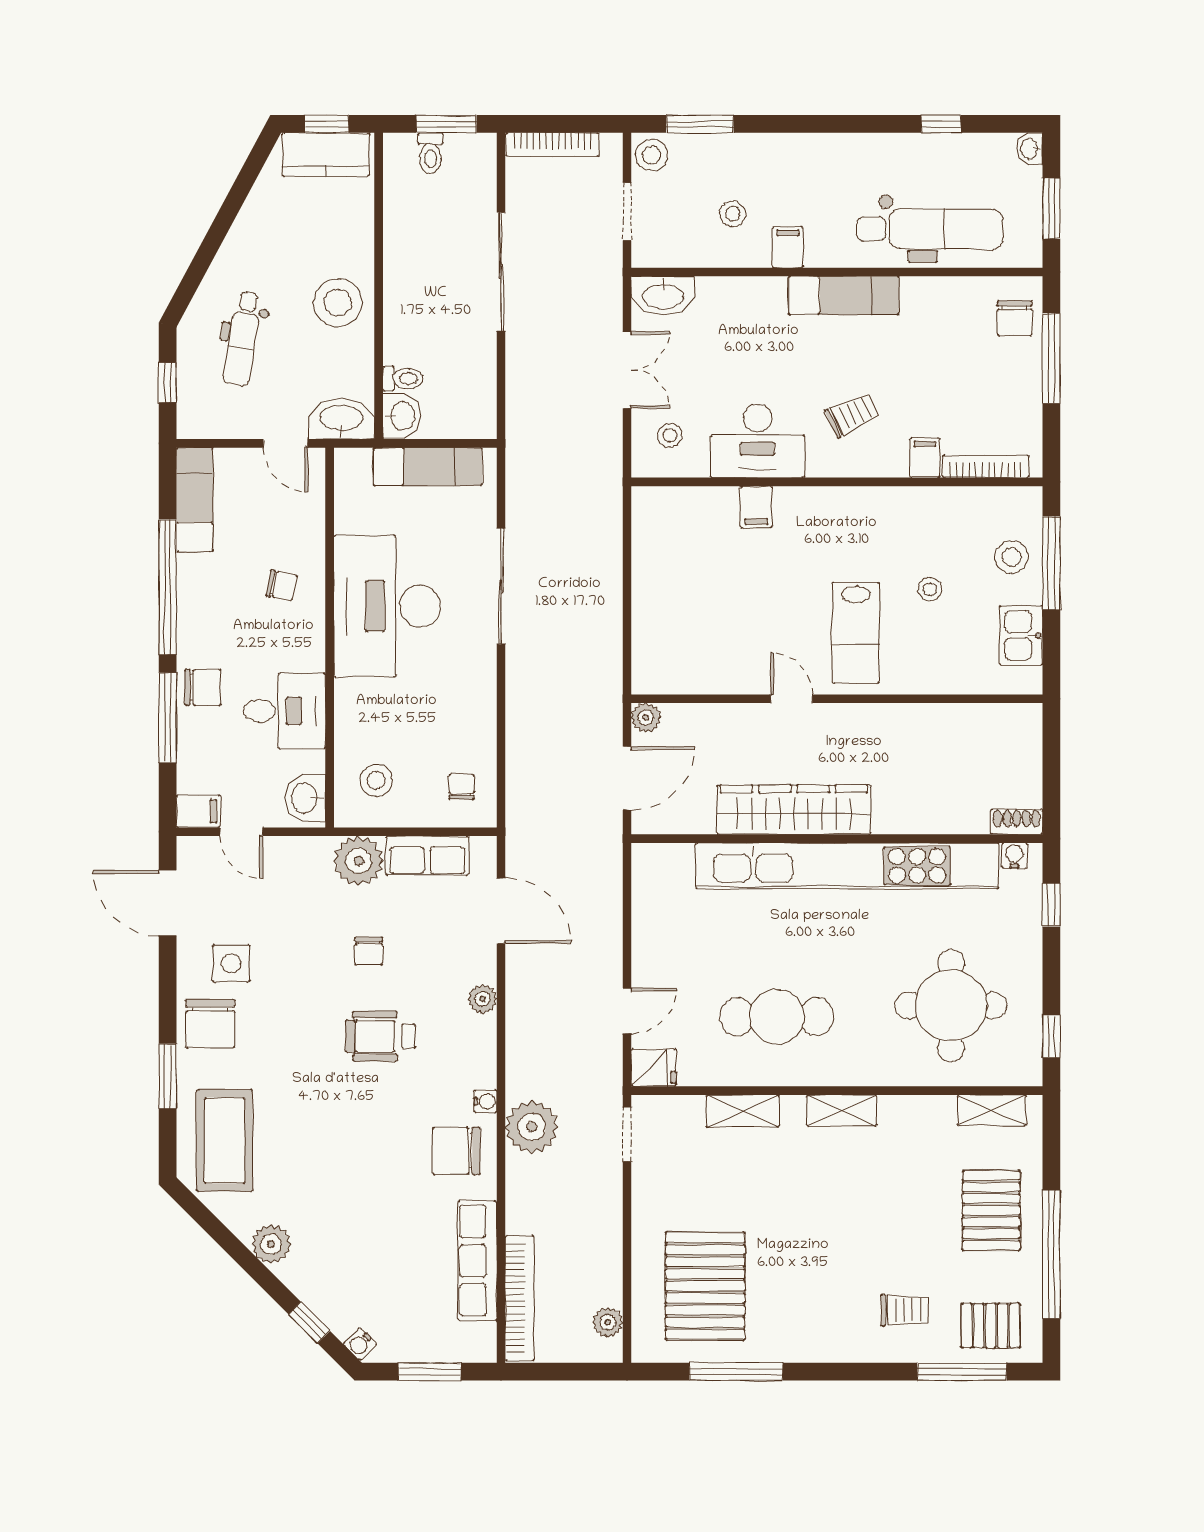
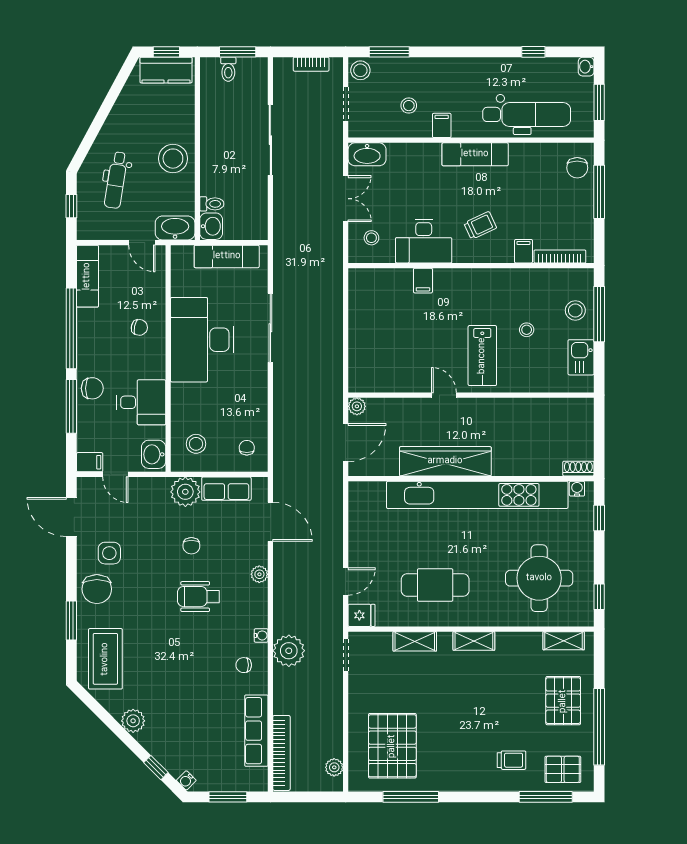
bookcase: (552, 145) -> (311, 64), width x0.64
chair: (456, 1151) -> (244, 665), width x0.54, depth x0.54

